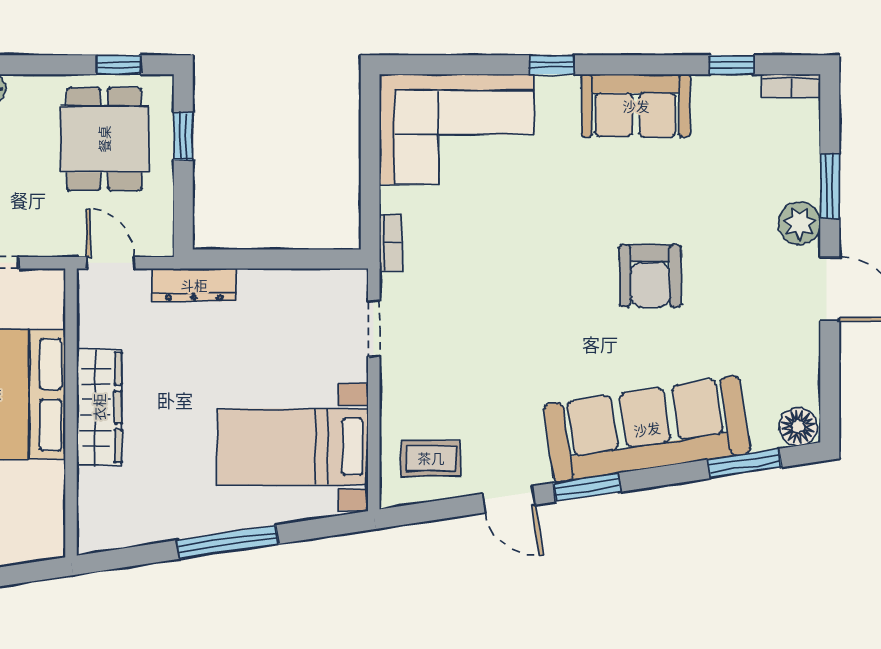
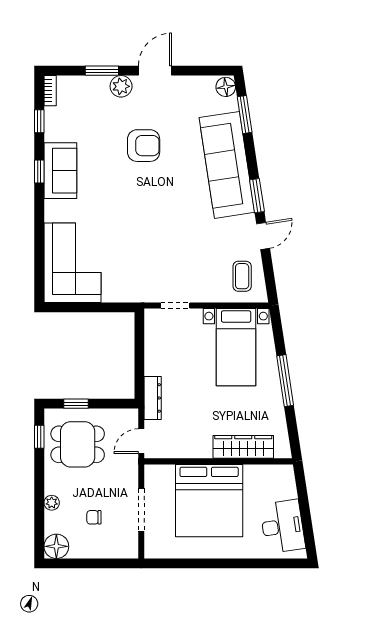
window: (552, 65) -> (39, 172), moved
bookcase: (391, 243) -> (131, 297), removed
armchair: (650, 276) -> (144, 146), moved
wardrobe: (99, 407) -> (243, 447), moved

